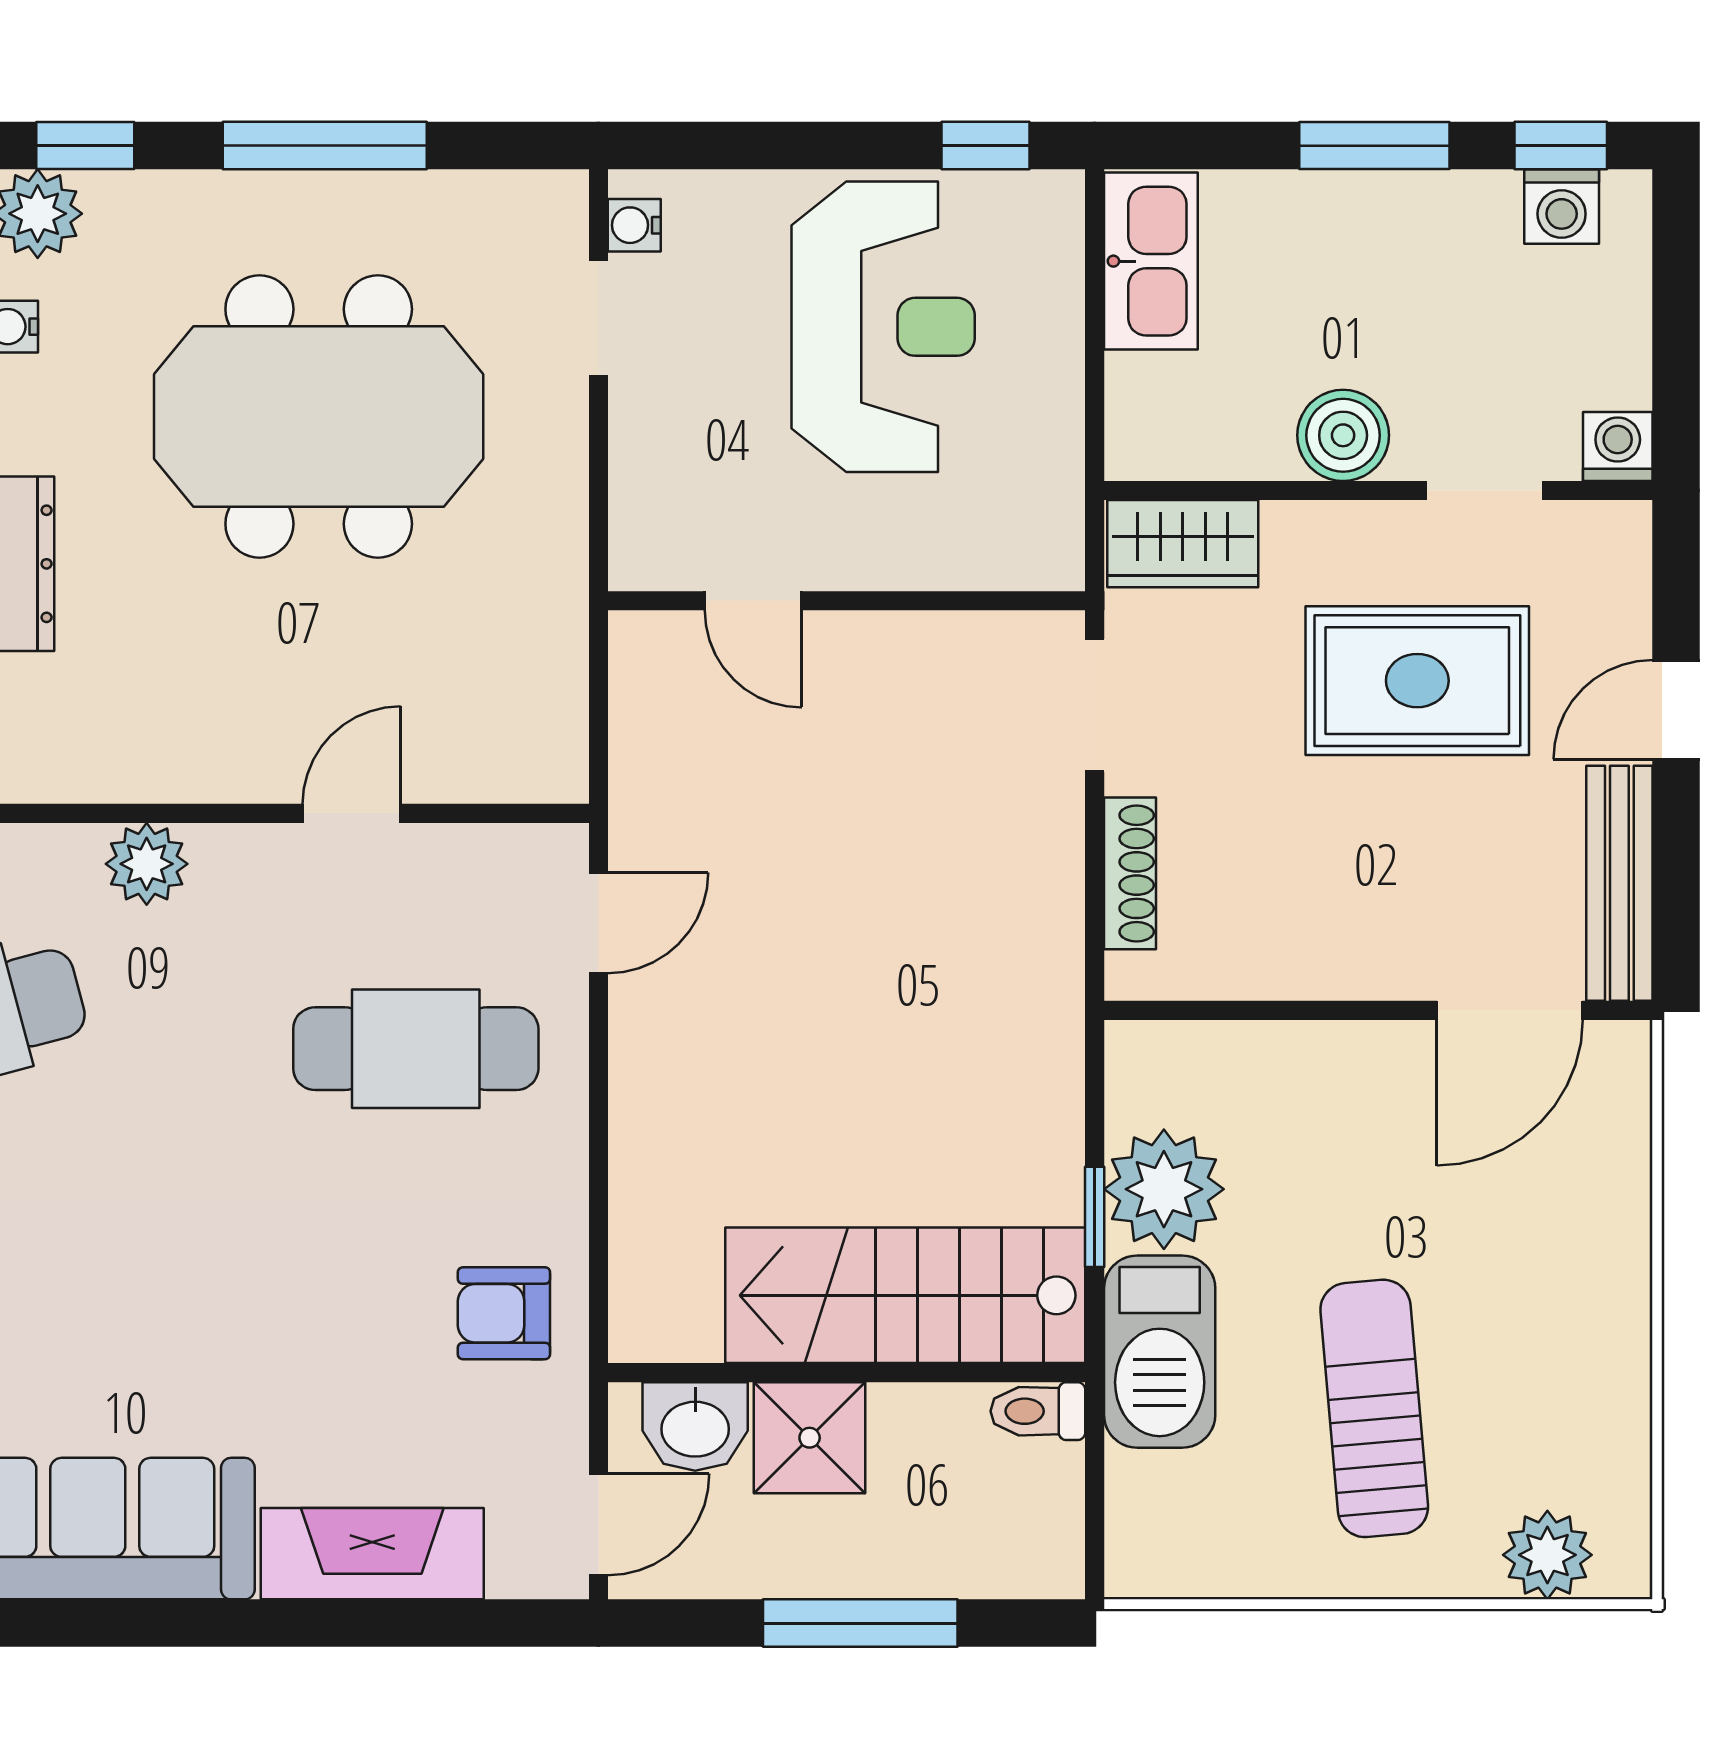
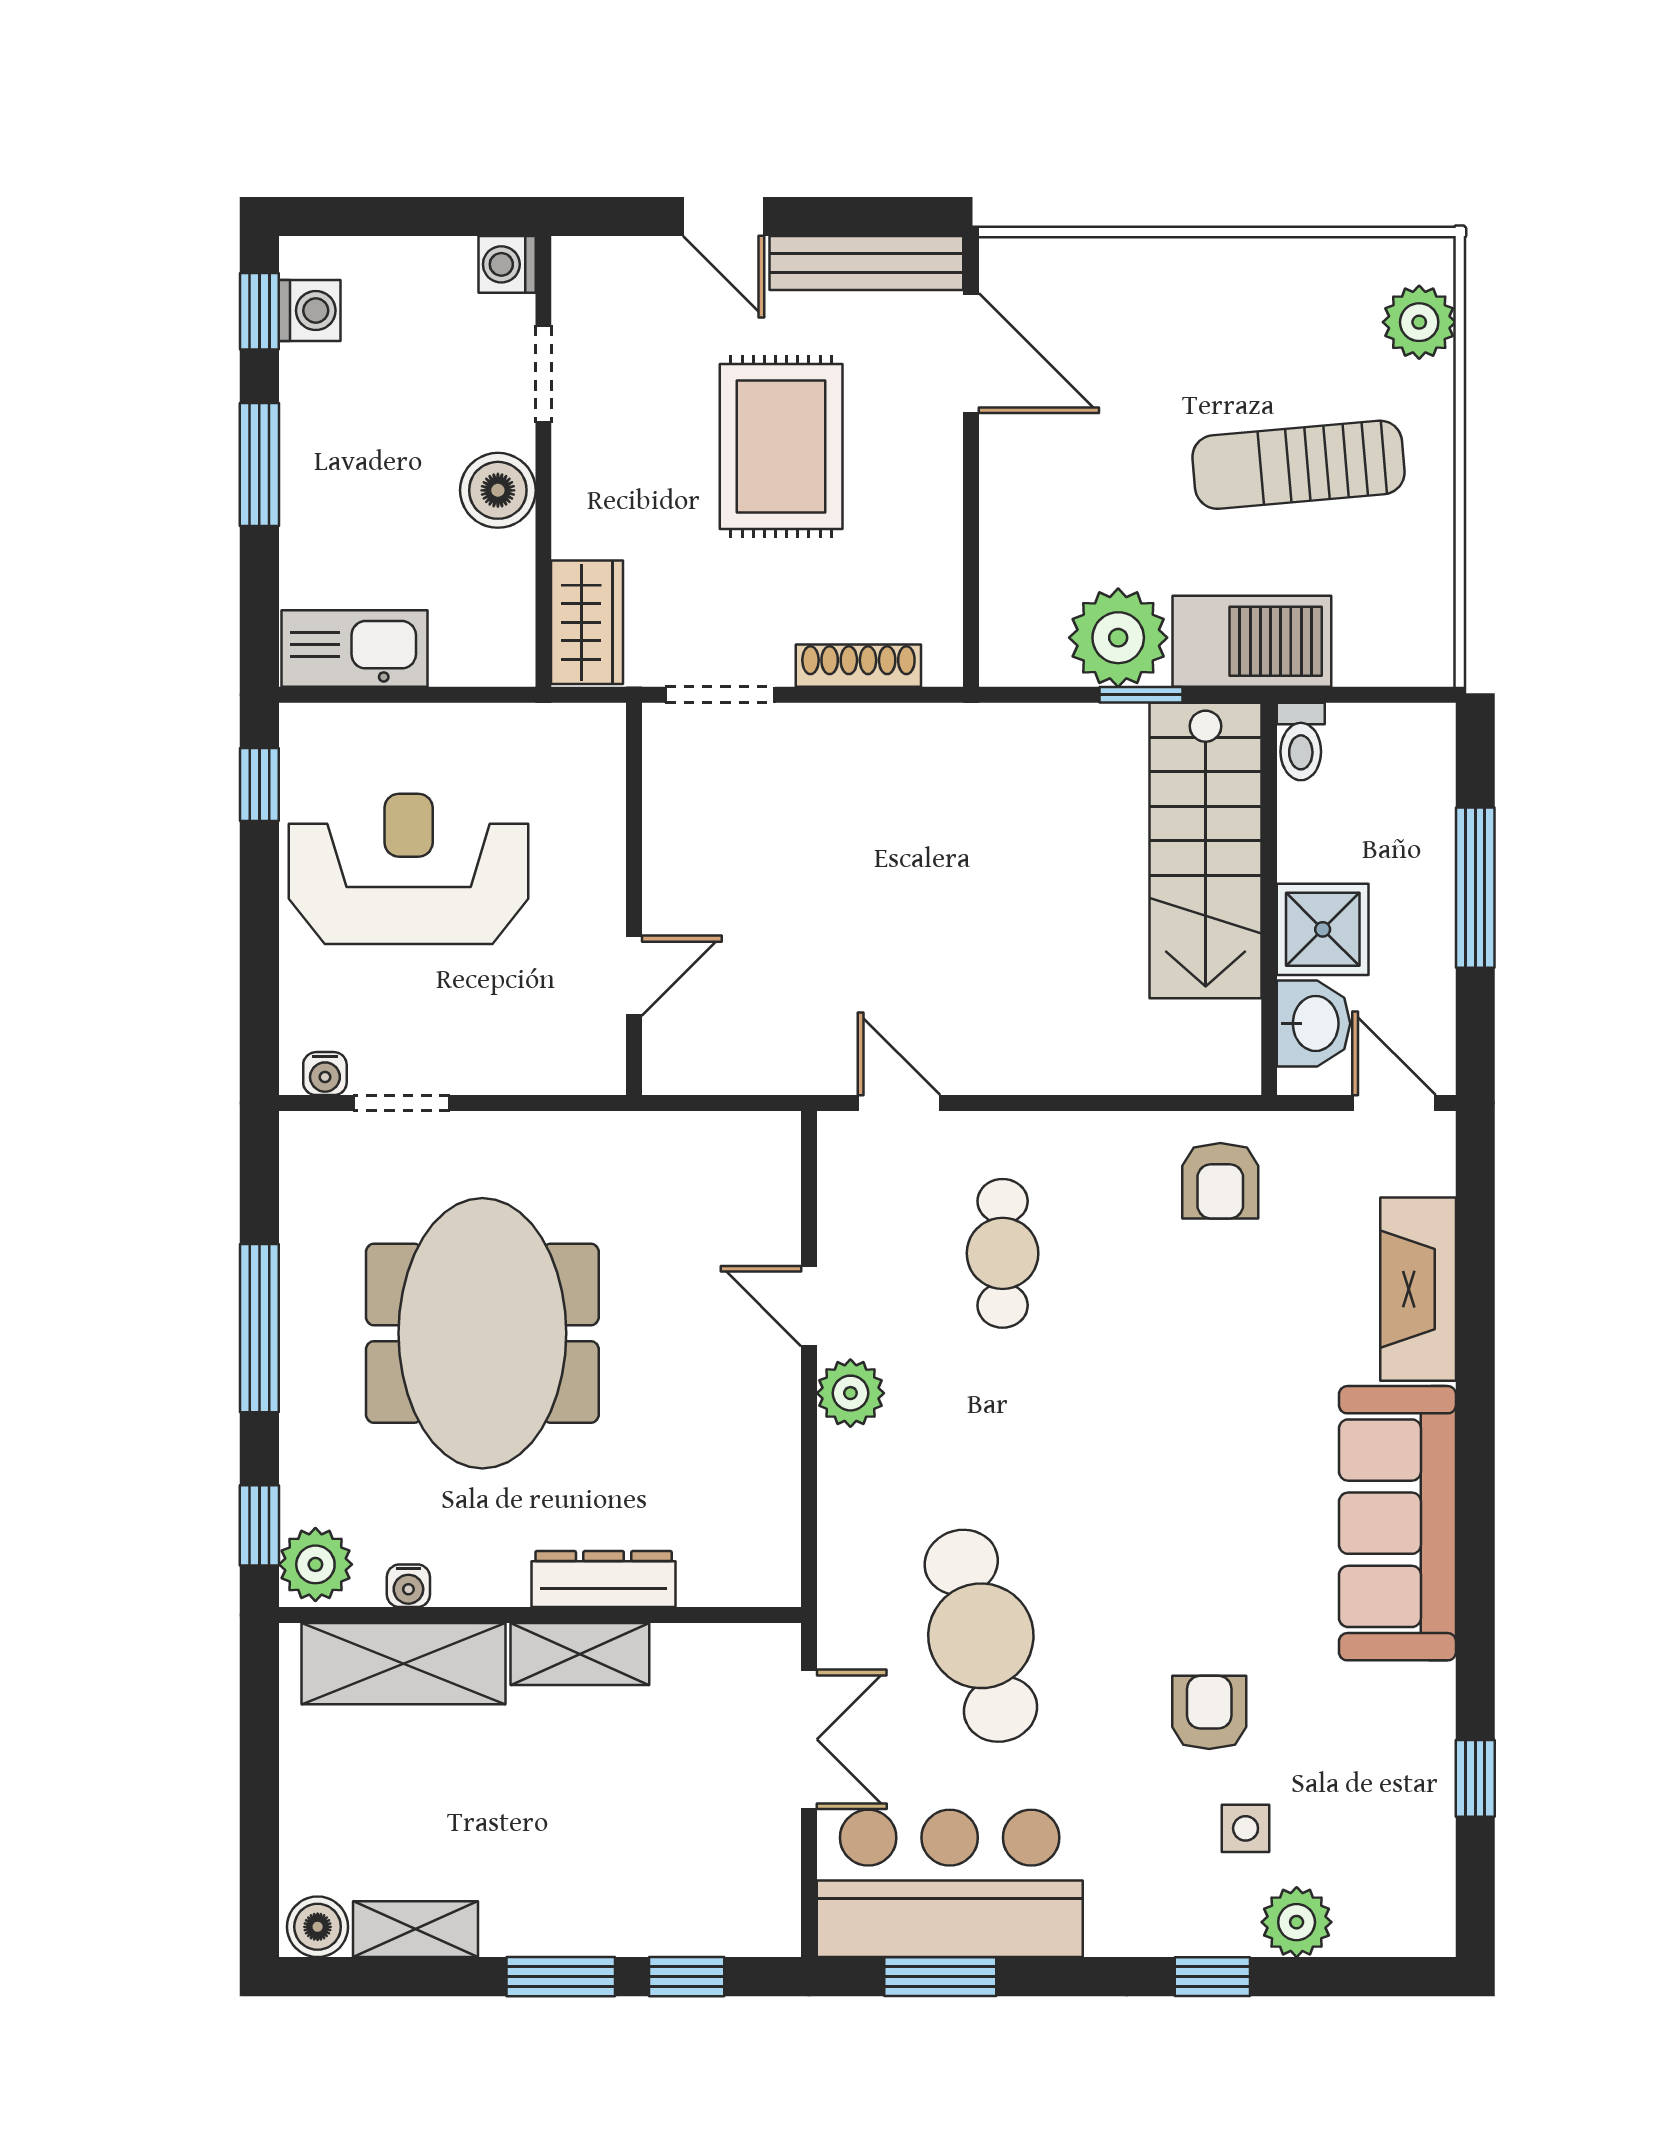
rug: (1417, 681) -> (781, 447), moved
plant: (147, 864) -> (850, 1393), moved
cafe table: (416, 1049) -> (1003, 1253), width x0.73, depth x0.74

